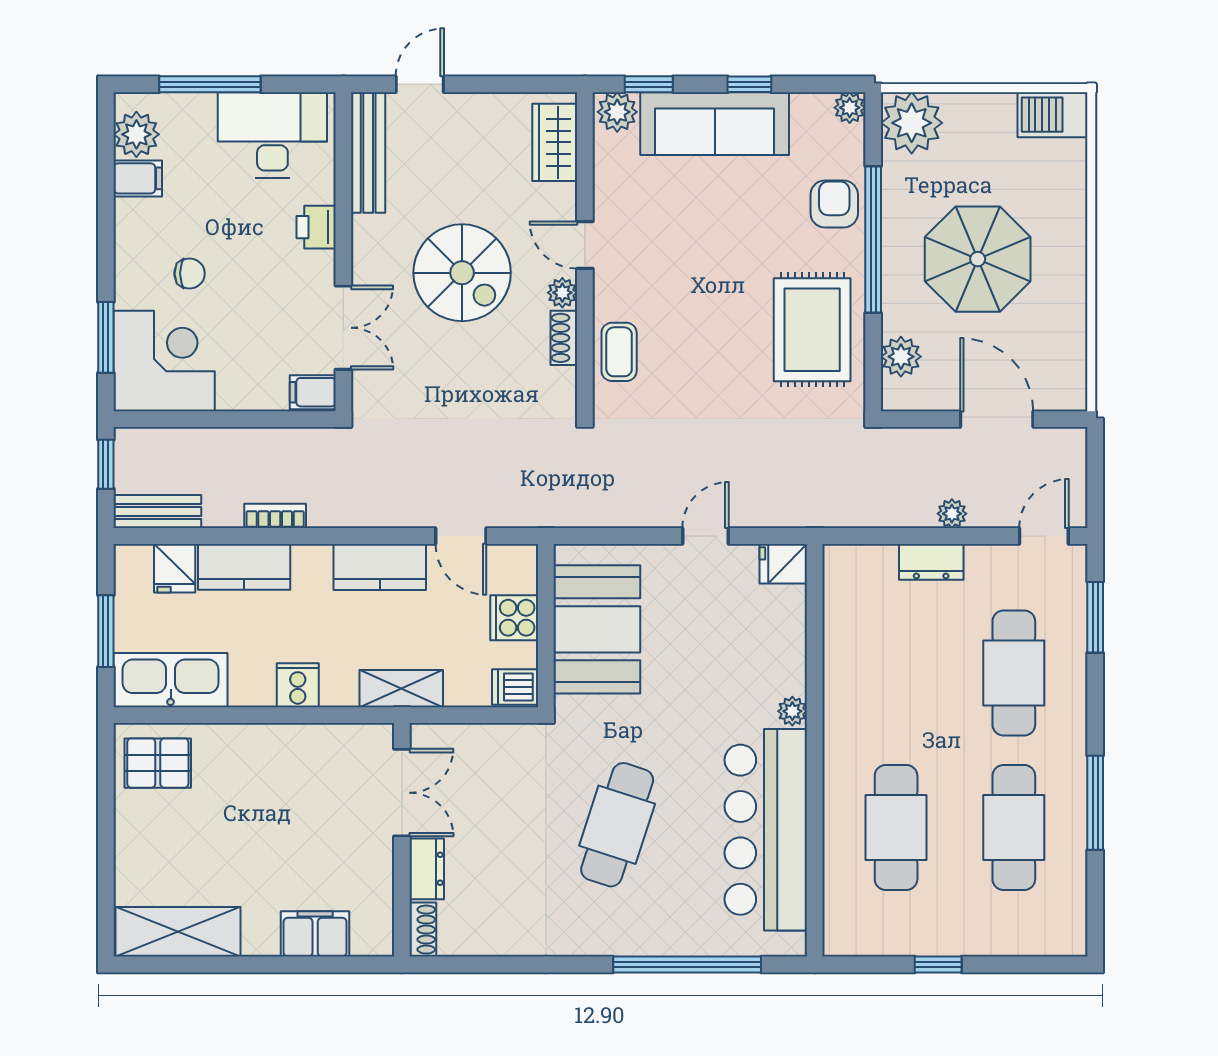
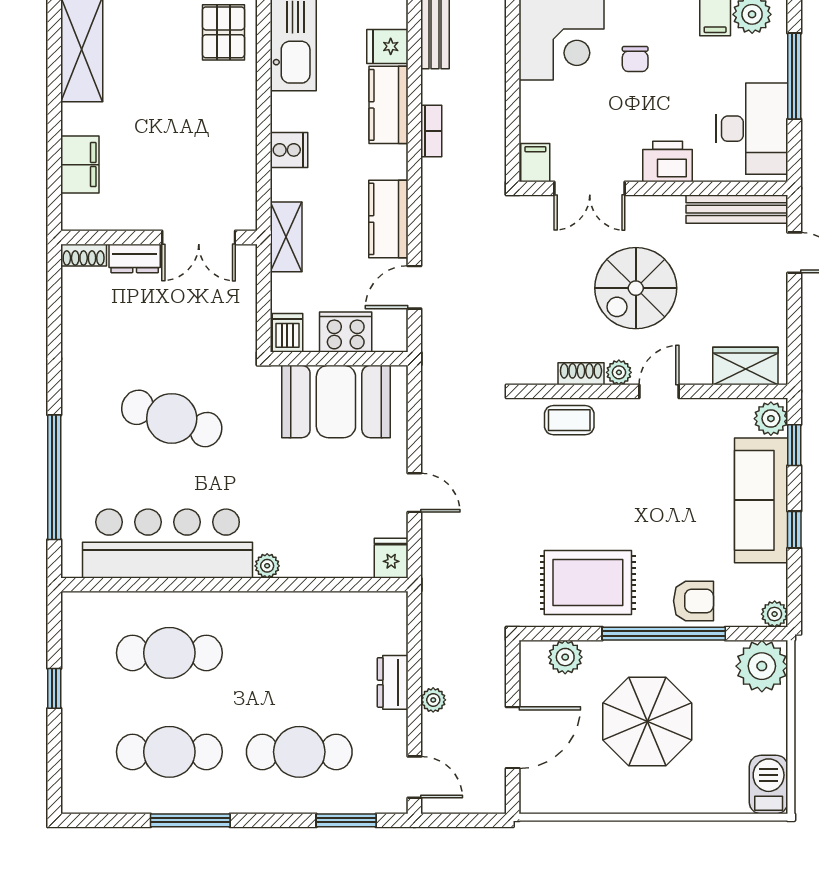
printer: (316, 227) -> (668, 161), width x1.36, depth x1.24
cooker: (514, 618) -> (346, 332), width x1.36

